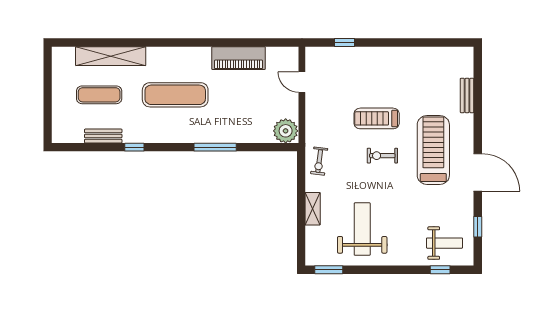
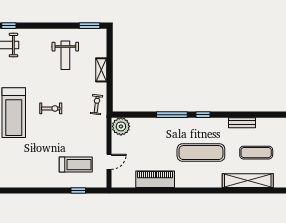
door: (302, 82) -> (109, 162), hinge flipped
treadmill: (377, 118) -> (76, 165), moved
bench: (103, 136) -> (242, 123), moved
window: (134, 147) -> (203, 115), moved
weight bench: (362, 229) -> (65, 55), width x0.73, depth x0.75

